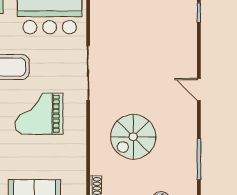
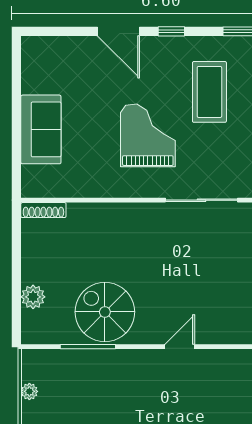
spiral stairs: (133, 137) -> (105, 312), moved

